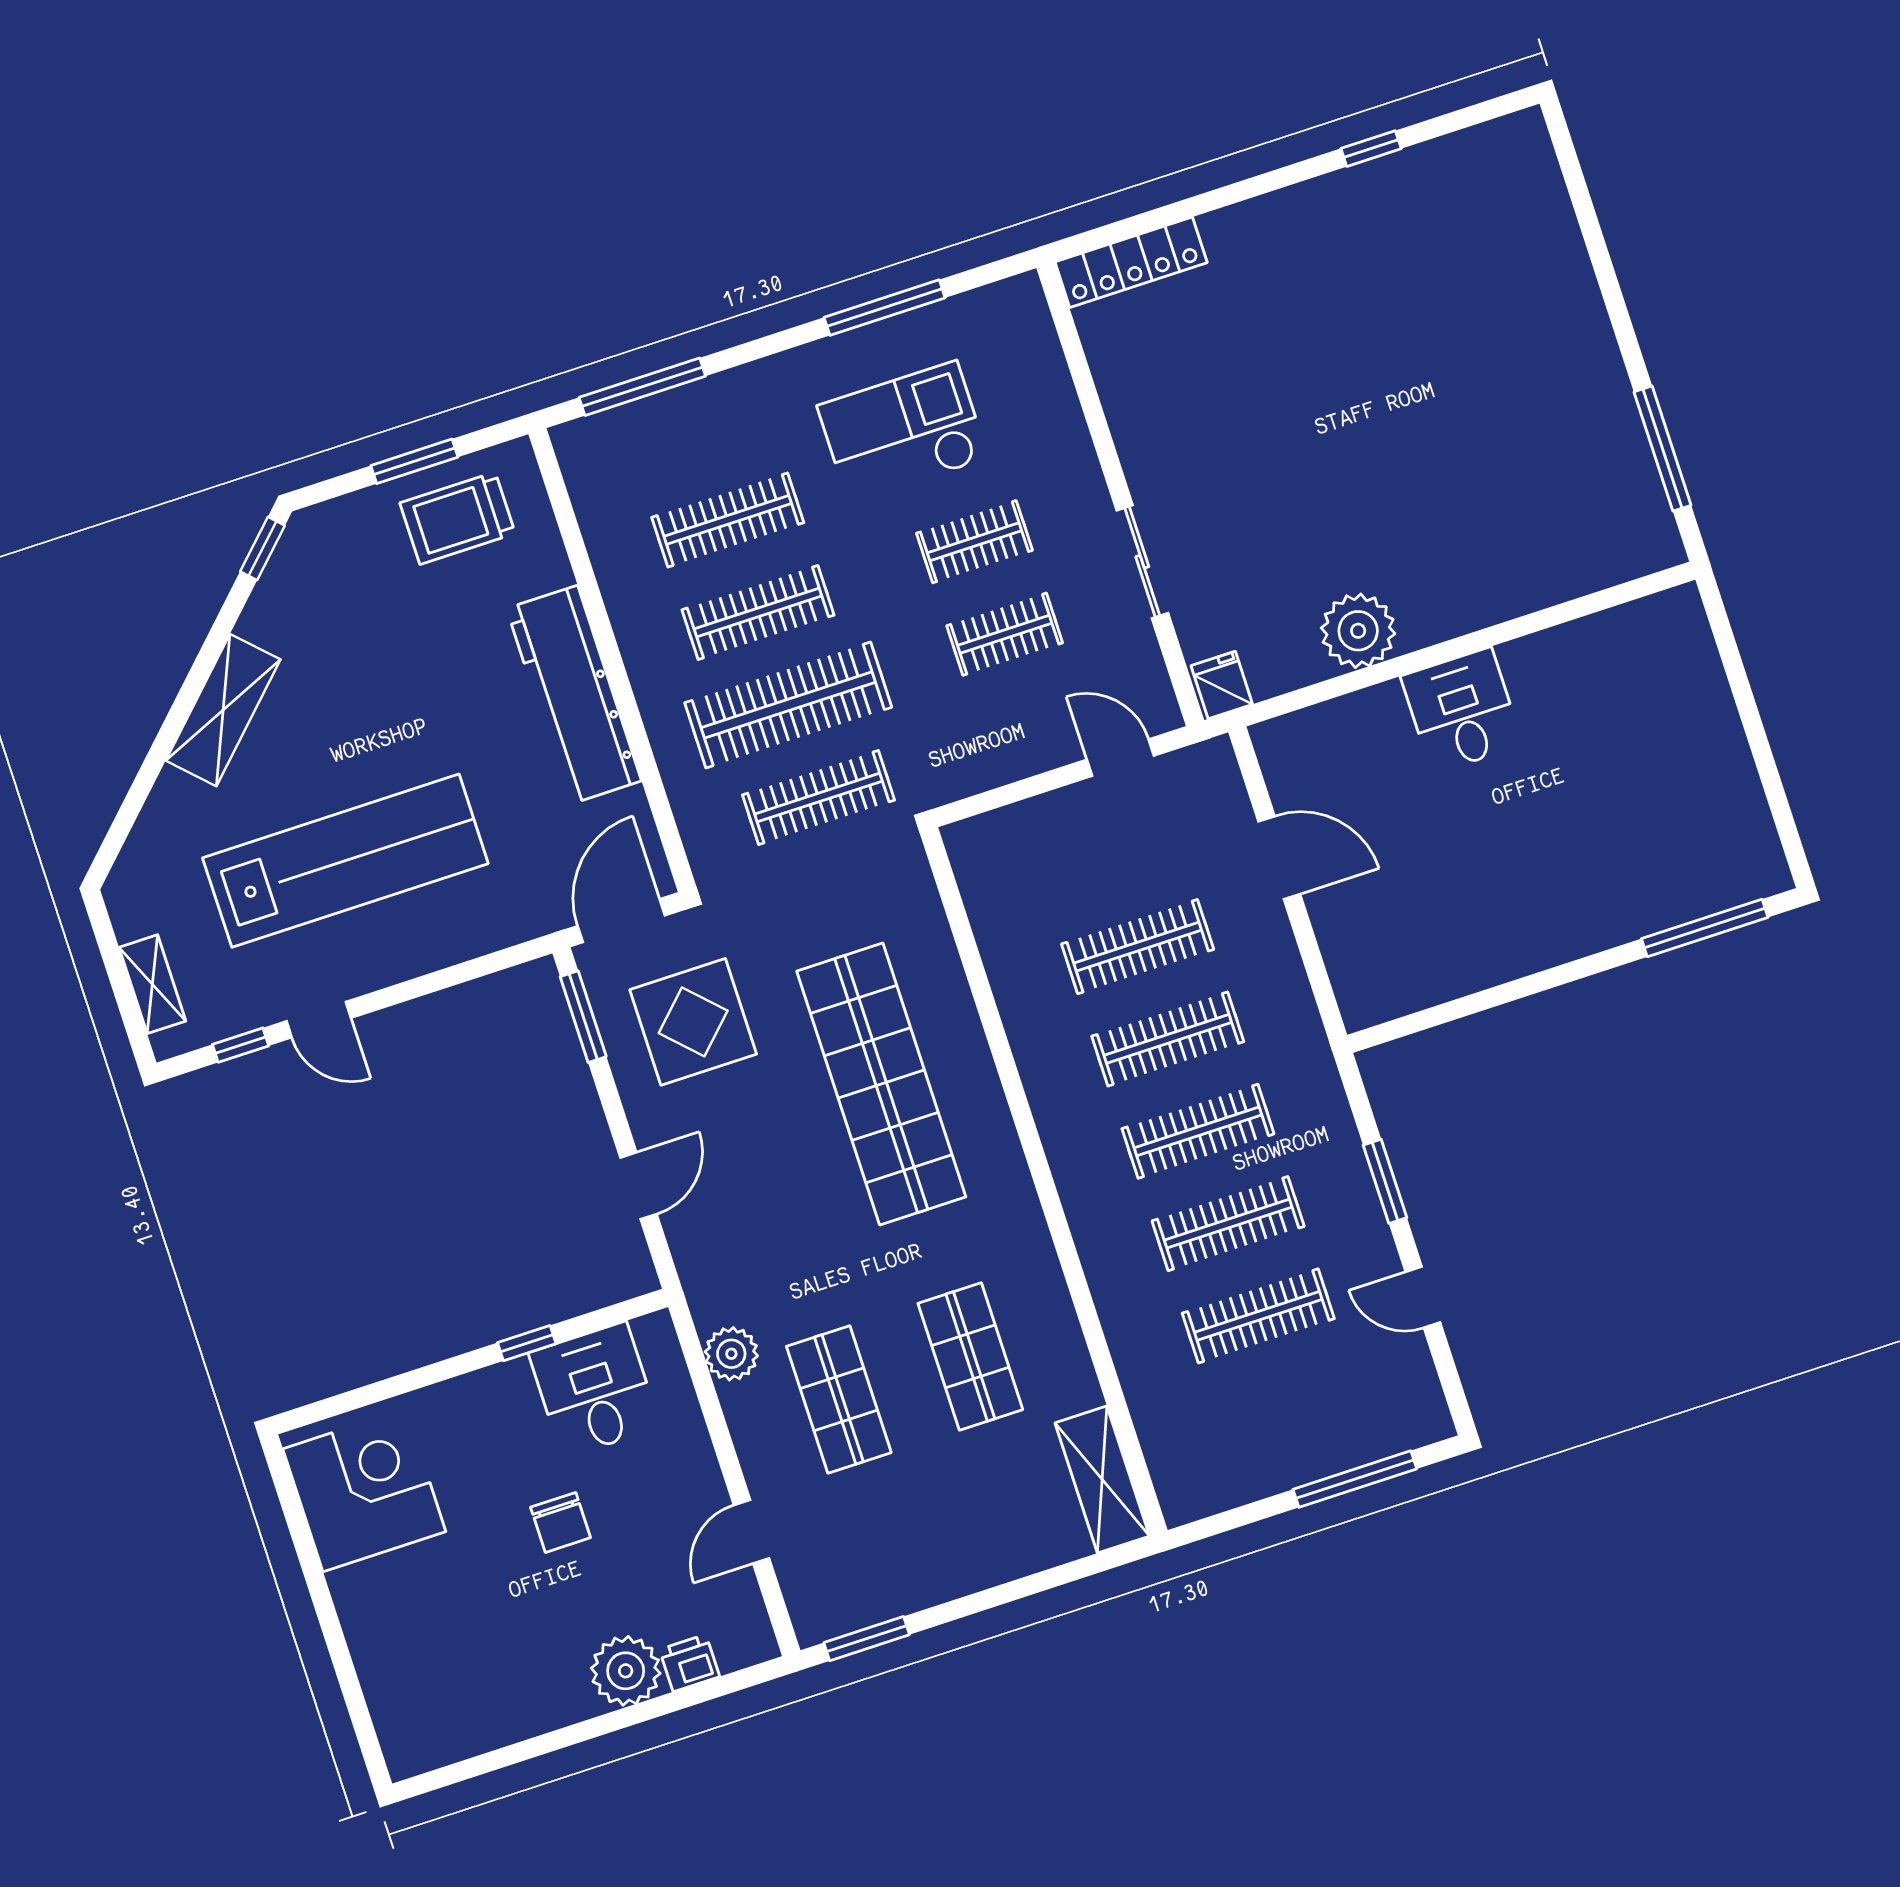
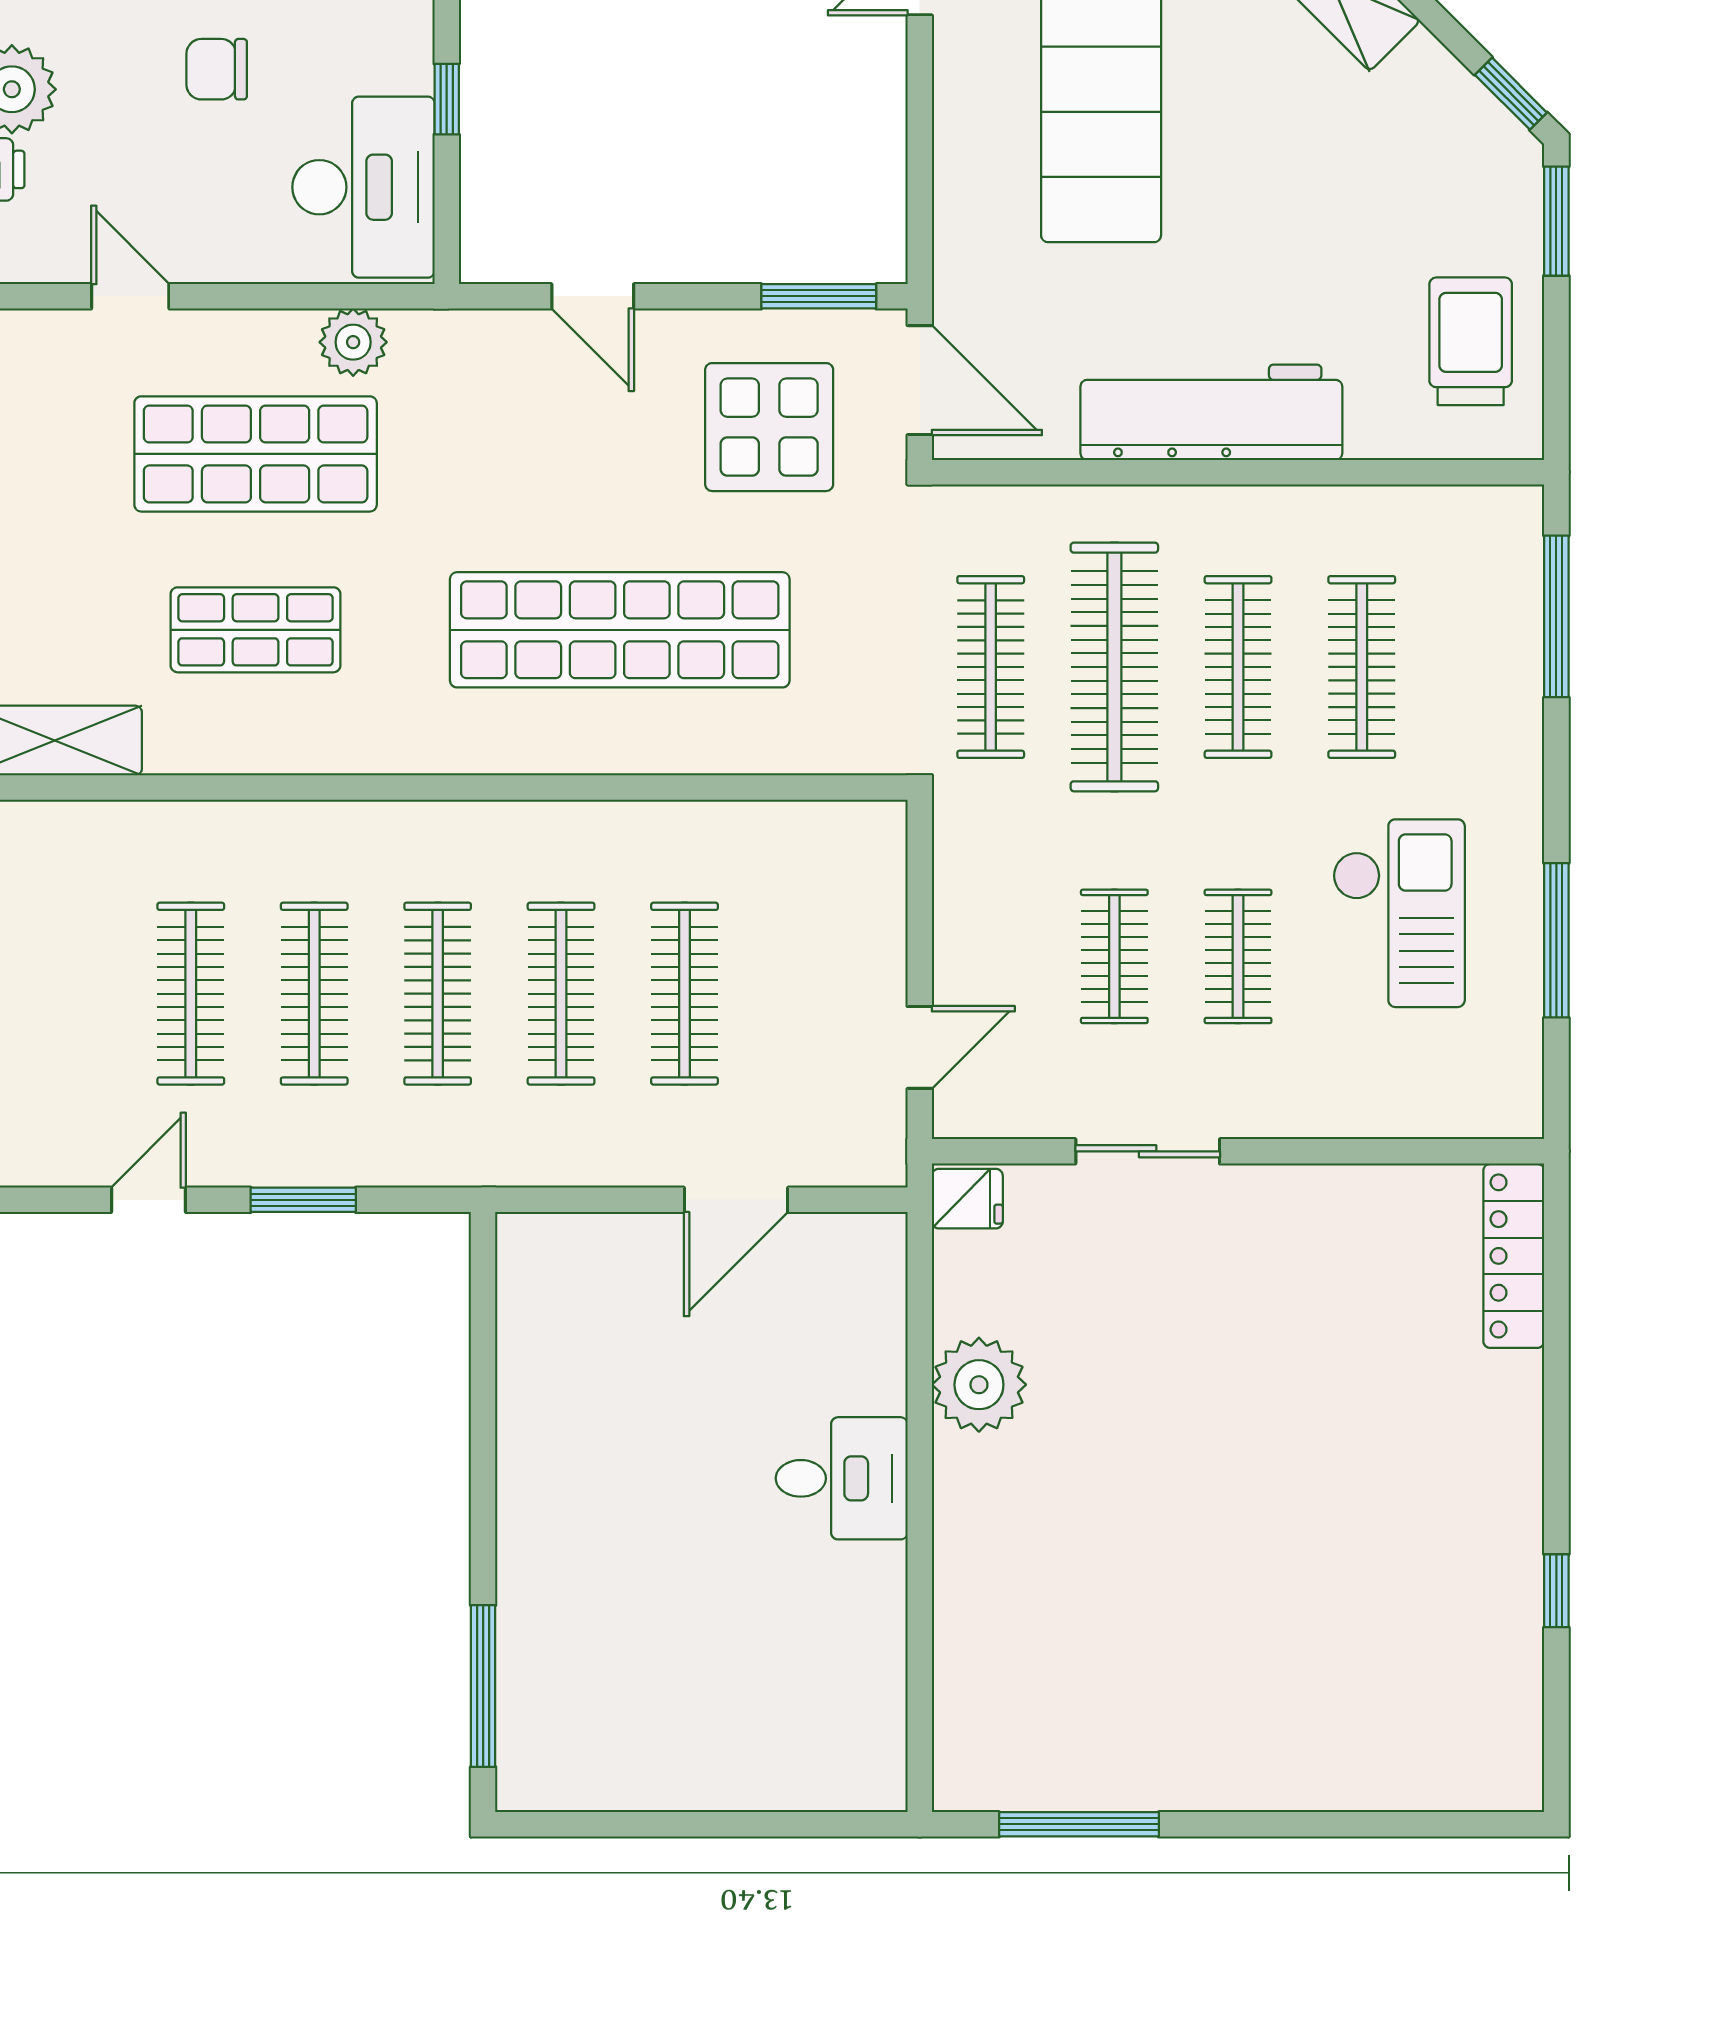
window: (414, 461) -> (1556, 221), moved
desk: (595, 1390) -> (363, 187), width x1.37
shop shelf: (839, 1399) -> (256, 454), width x1.43, depth x1.36

